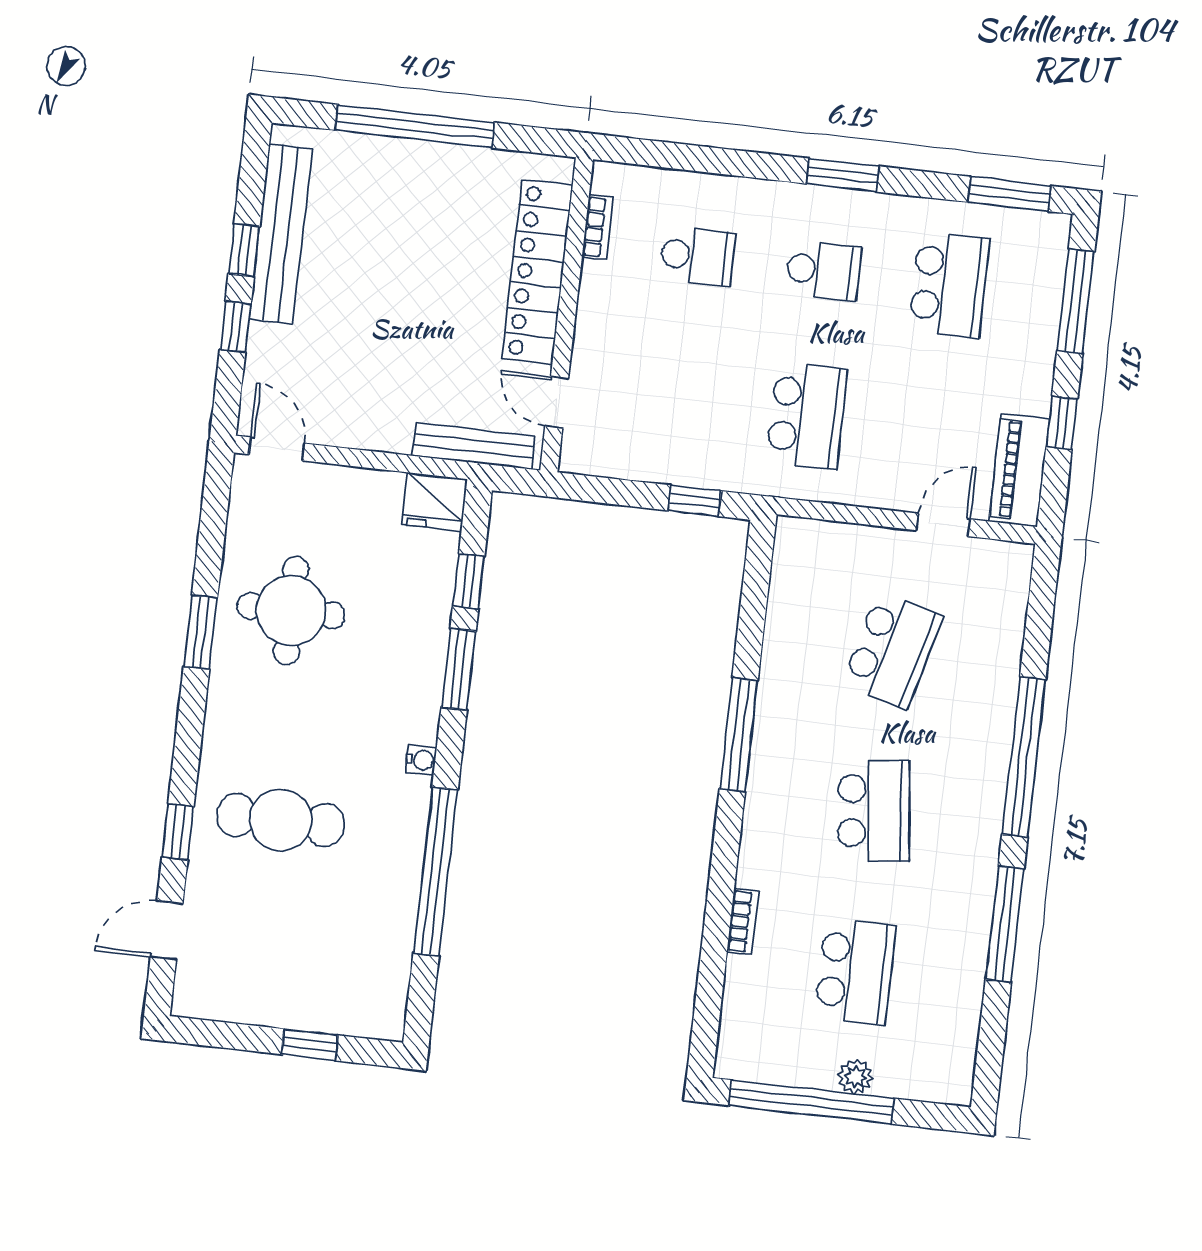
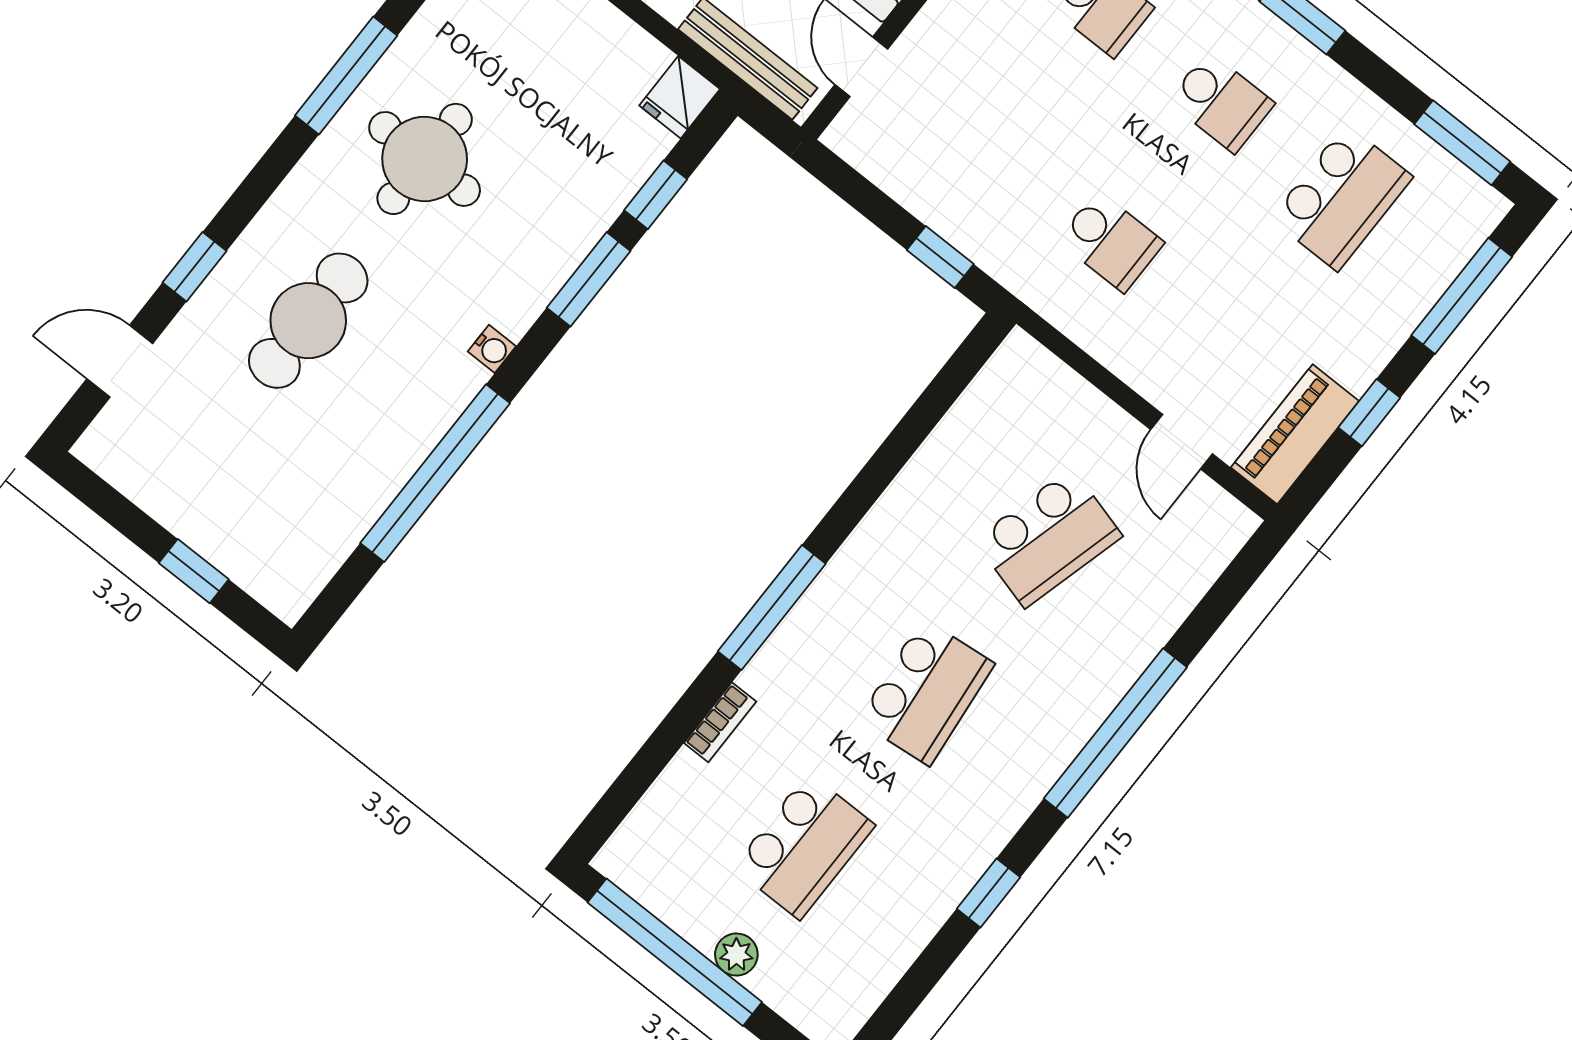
school desk: (807, 416) -> (1111, 242), width x0.54
fridge: (435, 502) -> (680, 97), width x0.72
door: (943, 525) -> (1182, 442), swing flipped
round table: (291, 611) -> (425, 159), moved
window: (201, 632) -> (346, 76), width x1.44
window: (739, 735) -> (772, 607), moved
cafe table: (281, 820) -> (308, 321), turned 90
window: (1005, 924) -> (989, 893), width x0.46

